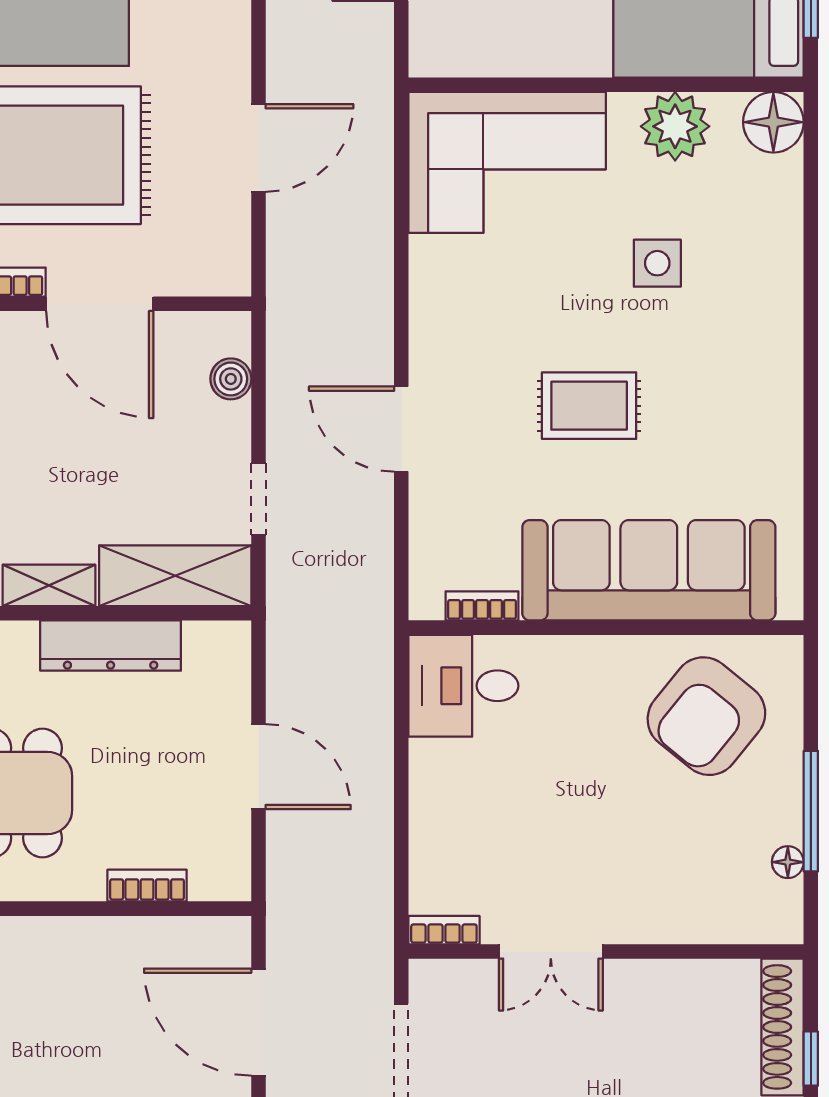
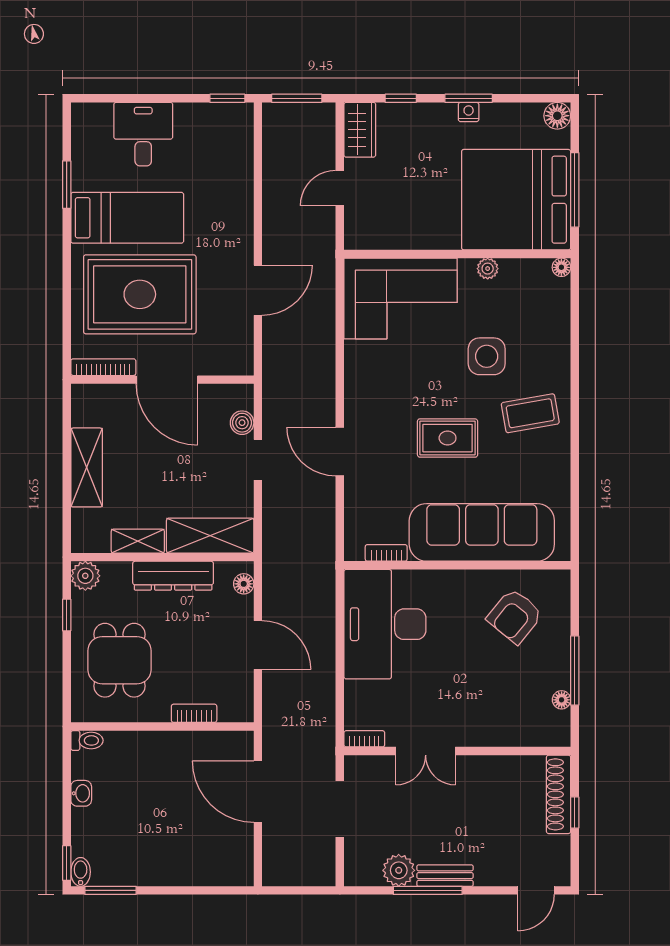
floor lamp: (773, 122) -> (561, 267), width x0.53, depth x0.53
plant: (675, 126) -> (488, 269), width x0.53, depth x0.53
side table: (657, 263) -> (487, 356), width x1.37, depth x1.37
coffee table: (733, 362) -> (530, 413), added
doorway: (258, 499) -> (258, 460), moved
floor lamp: (234, 660) -> (244, 584), added
desk: (463, 686) -> (385, 624), width x1.87, depth x1.30
armchair: (706, 716) -> (515, 616), width x0.73, depth x0.73

